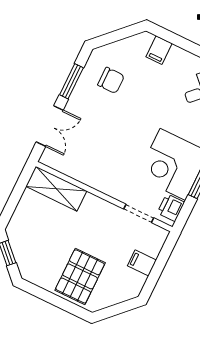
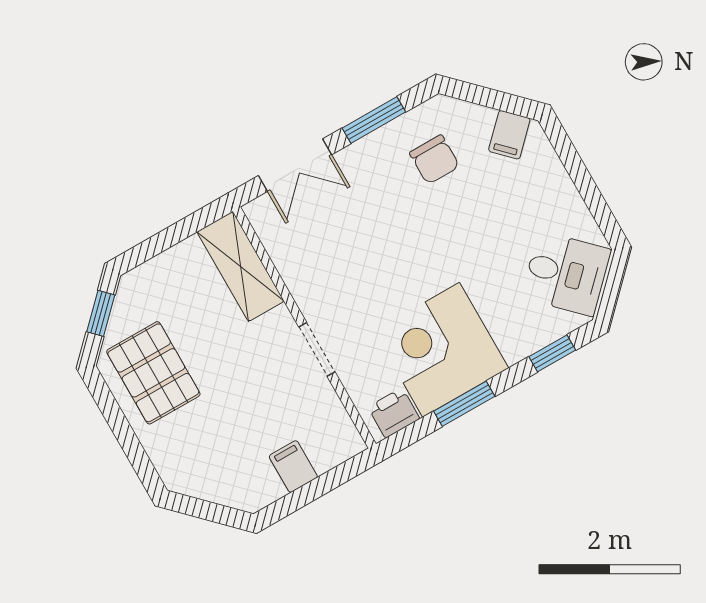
filing cabinet: (159, 50) -> (509, 135), moved, turned -45
doorway: (139, 213) -> (317, 349), moved
pallet: (80, 276) -> (153, 373), moved, turned 90

